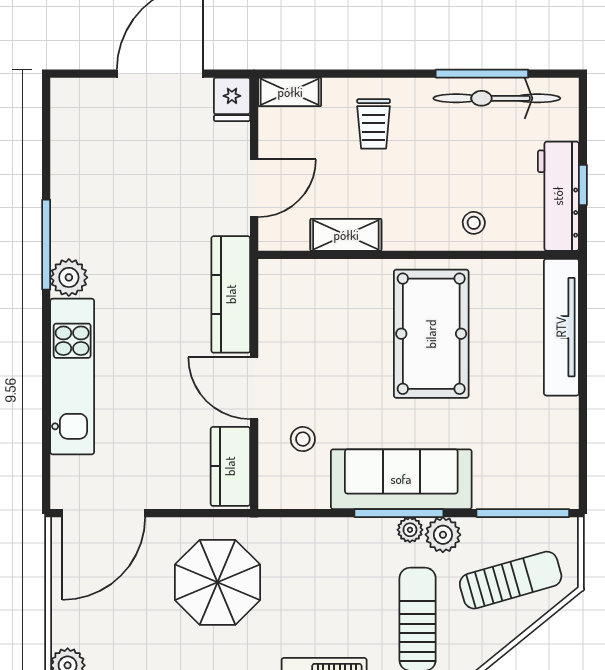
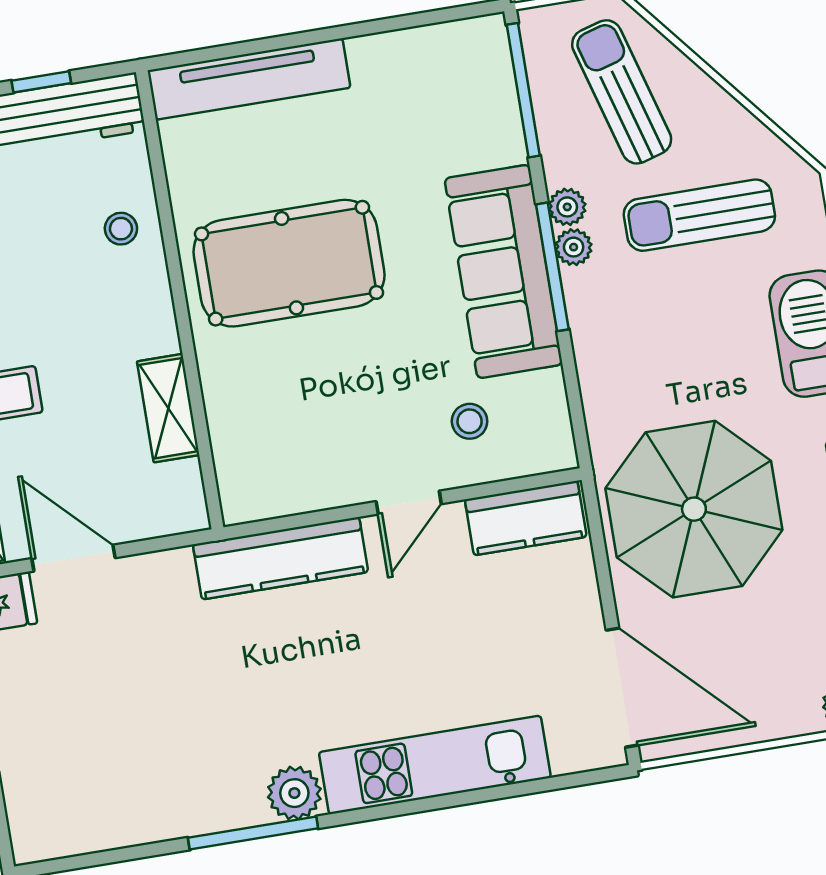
door: (254, 188) -> (73, 558), moved
door: (254, 388) -> (409, 503), width x0.73
plant: (443, 535) -> (567, 207), width x0.73, depth x0.73
parasol: (218, 582) -> (694, 509), width x1.36, depth x1.36

